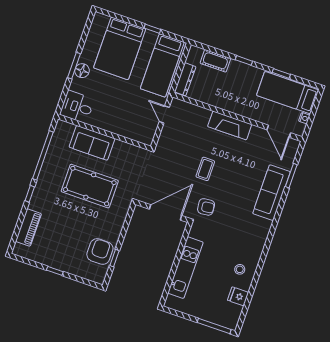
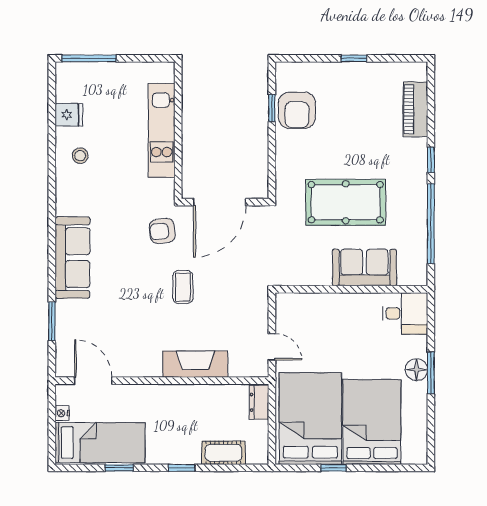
bed: (162, 65) -> (310, 419), width x1.50
dresser: (185, 79) -> (259, 402), width x0.70
fireplace: (230, 125) -> (195, 364), moved
sofa: (271, 193) -> (72, 258), moved

